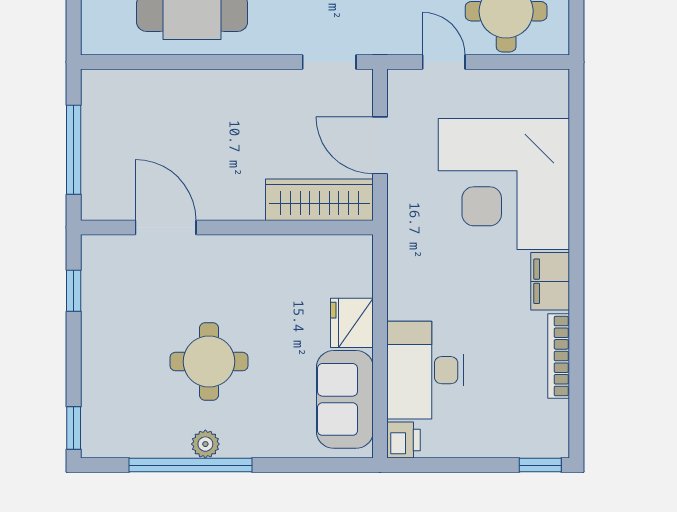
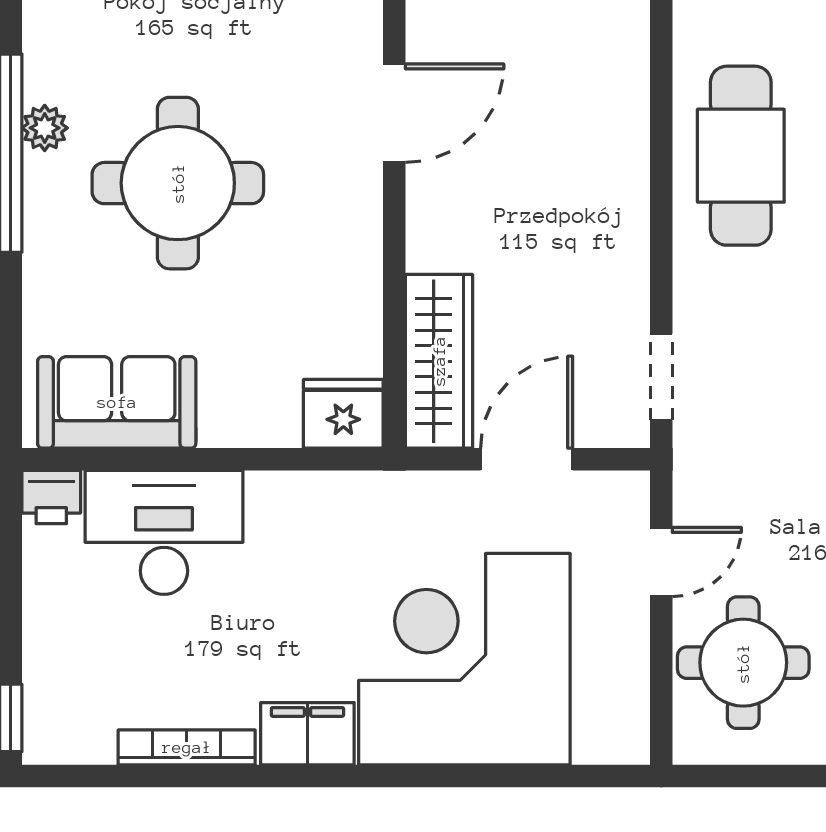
fridge: (352, 323) -> (343, 414), moved
round table: (209, 362) -> (178, 183), width x1.36, depth x1.36
plant: (205, 444) -> (45, 128), moved

